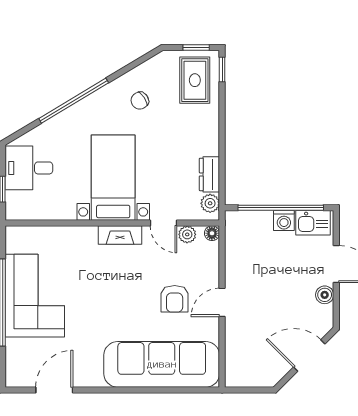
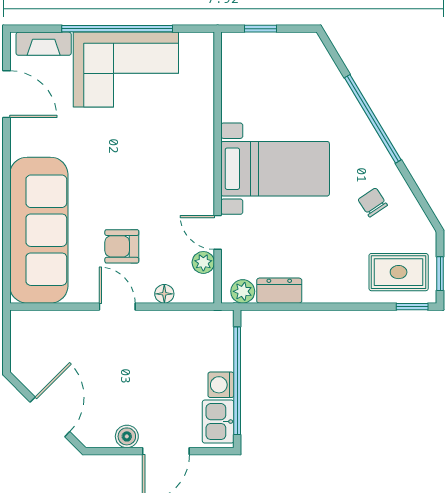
desk: (29, 168) -> (287, 62), removed
door: (164, 223) -> (218, 232), hinge flipped
floor lamp: (212, 233) -> (164, 294), moved
fireplace: (120, 235) -> (44, 44), moved, turned -90

